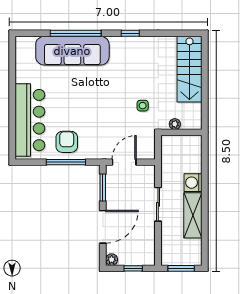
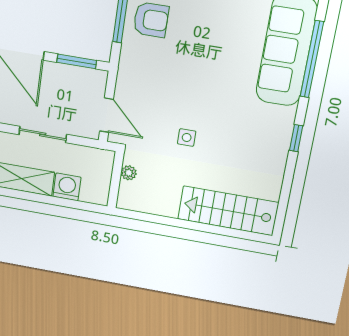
plant: (175, 124) -> (129, 173), moved
wall: (181, 132) -> (116, 180), moved
door: (124, 162) -> (106, 115), moved

